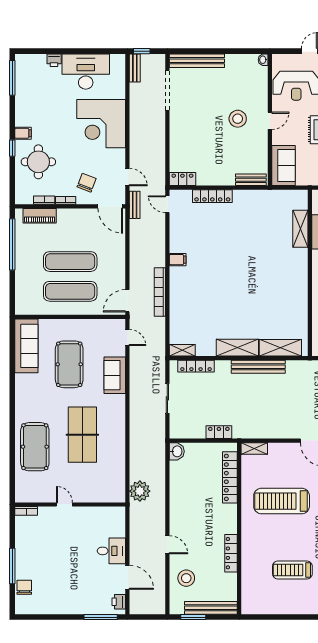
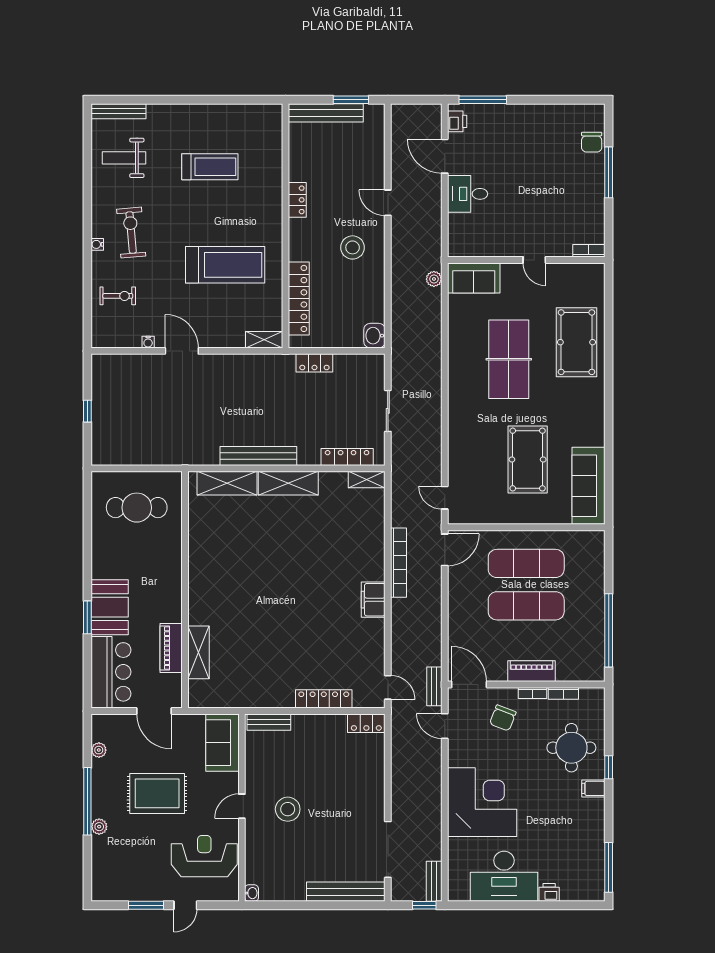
piano: (40, 216) -> (531, 671), moved
filing cabinet: (178, 260) -> (373, 600), width x2.00
sofa: (115, 375) -> (474, 278), moved, turned 90
plant: (140, 491) -> (434, 279), width x0.53, depth x0.53
locker: (231, 553) -> (297, 200), width x0.66
stool: (186, 578) -> (353, 247), moved

